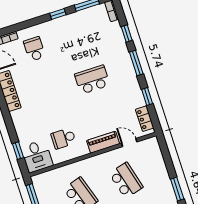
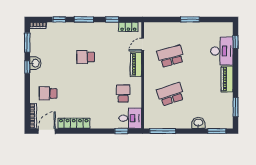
washbasin: (65, 22) -> (35, 63), added
school desk: (92, 80) -> (86, 57), width x0.54
school desk: (63, 138) -> (123, 93), turned 180

